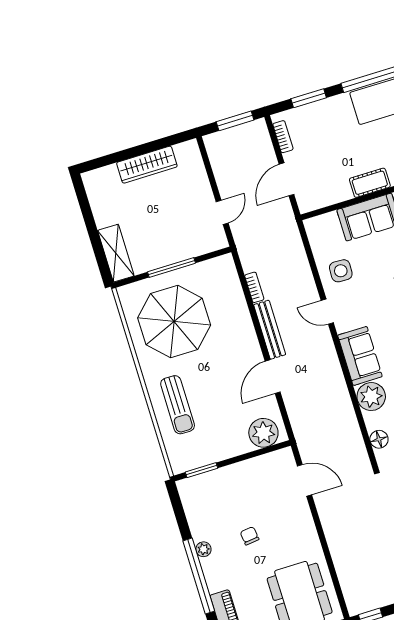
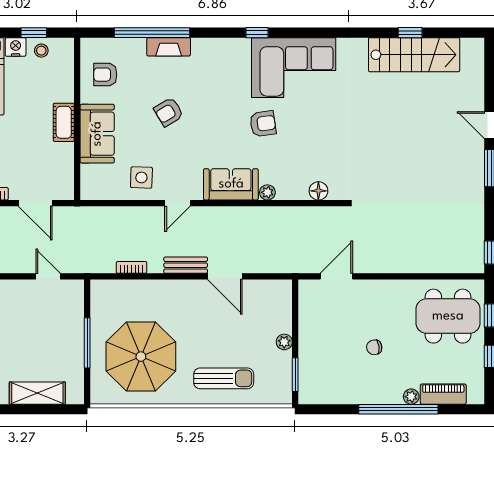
shelving: (116, 253) -> (37, 393), moved
bench: (270, 330) -> (186, 265), width x0.73
plant: (371, 397) -> (267, 192), width x0.53, depth x0.53
plant: (263, 433) -> (284, 342), moved, width x0.53, depth x0.53
plant: (203, 549) -> (411, 397), moved

